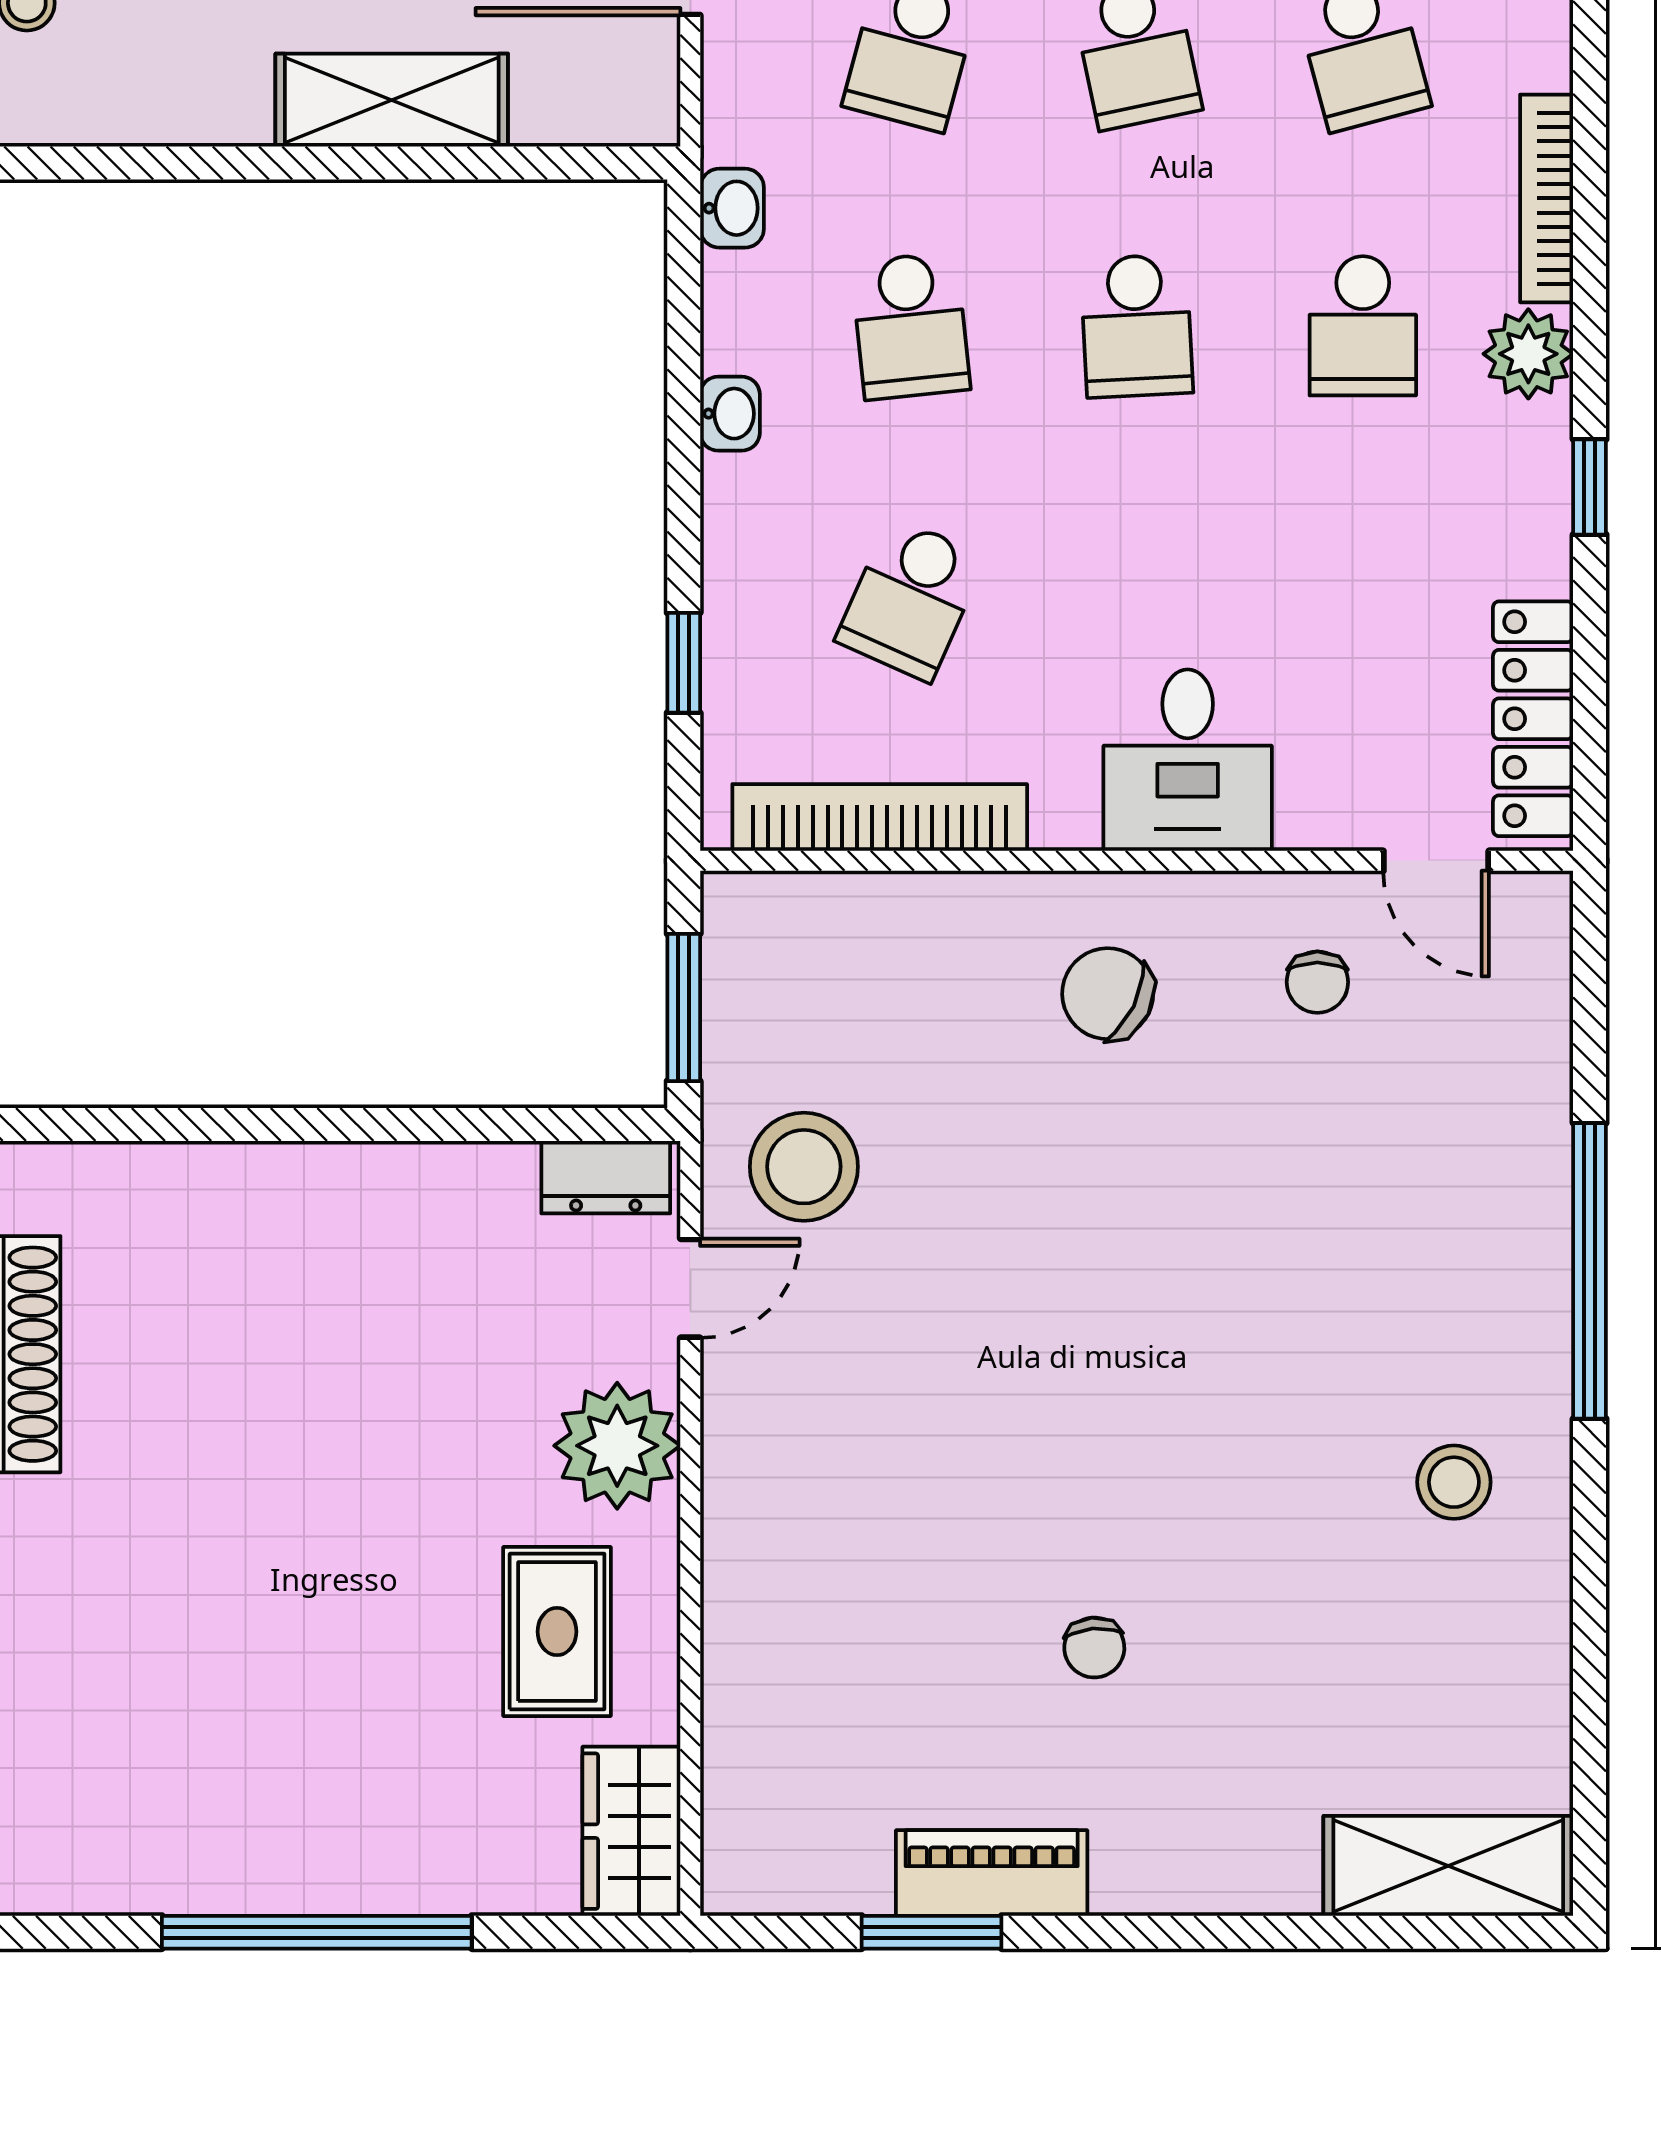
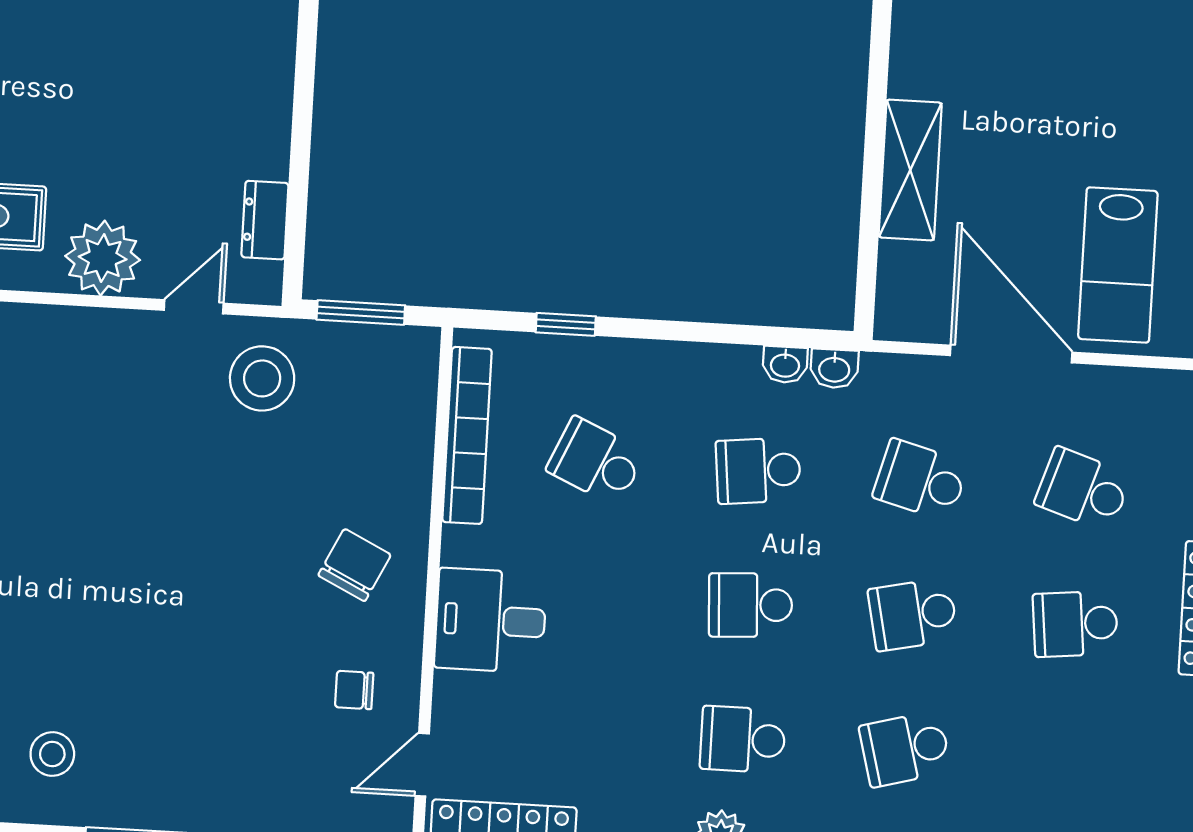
washbasin: (730, 414) -> (785, 365), moved
dresser: (606, 1177) -> (265, 220), moved
door: (690, 1288) -> (194, 307), swing flipped

